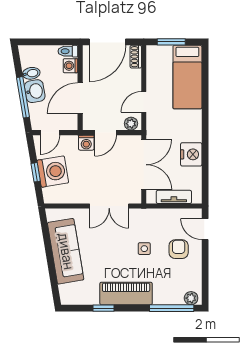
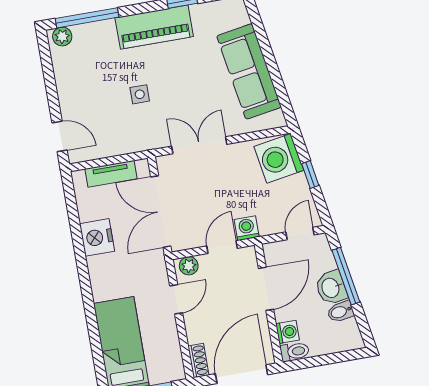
washing machine: (53, 172) -> (279, 158), moved
armchair: (179, 249) -> (92, 102), removed

